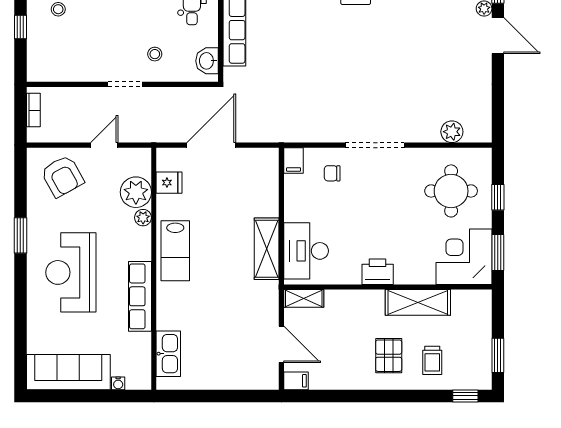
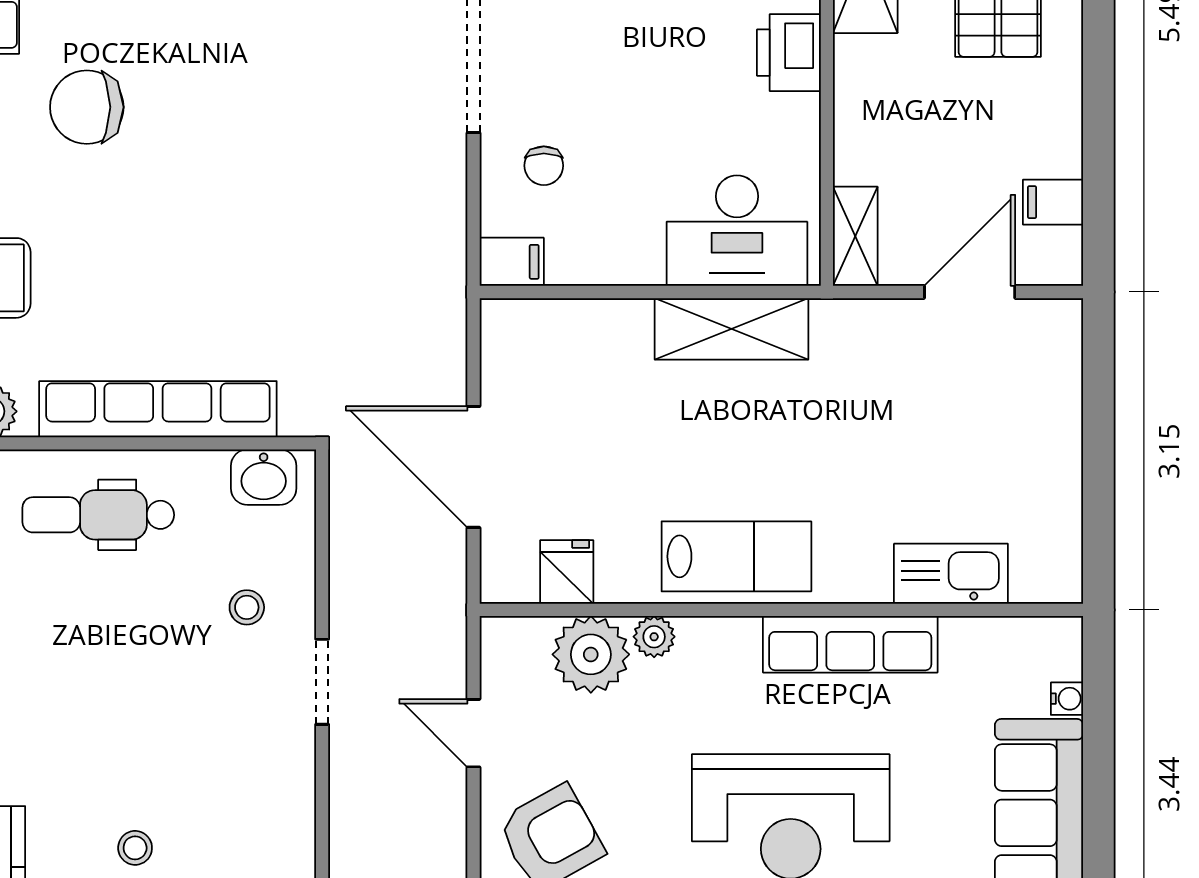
kitchen sink: (168, 354) -> (951, 574), moved
filing cabinet: (296, 381) -> (1053, 202), moved, turned -90

